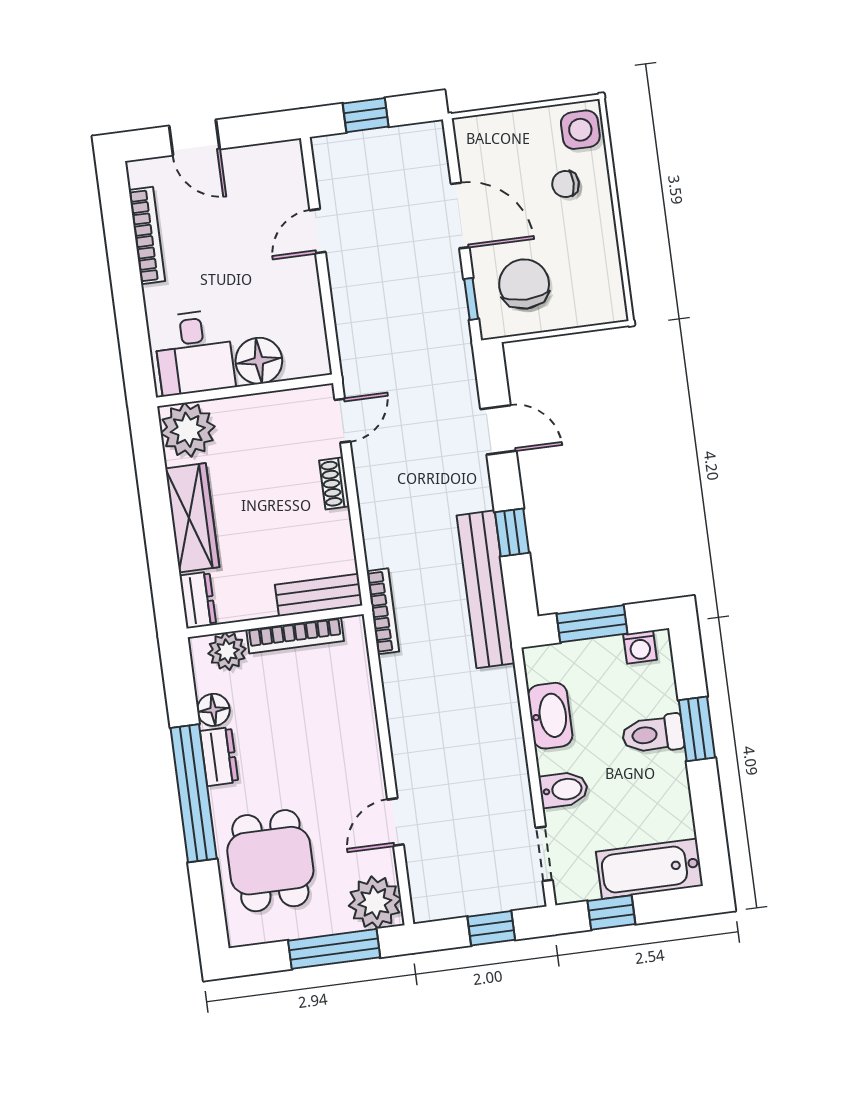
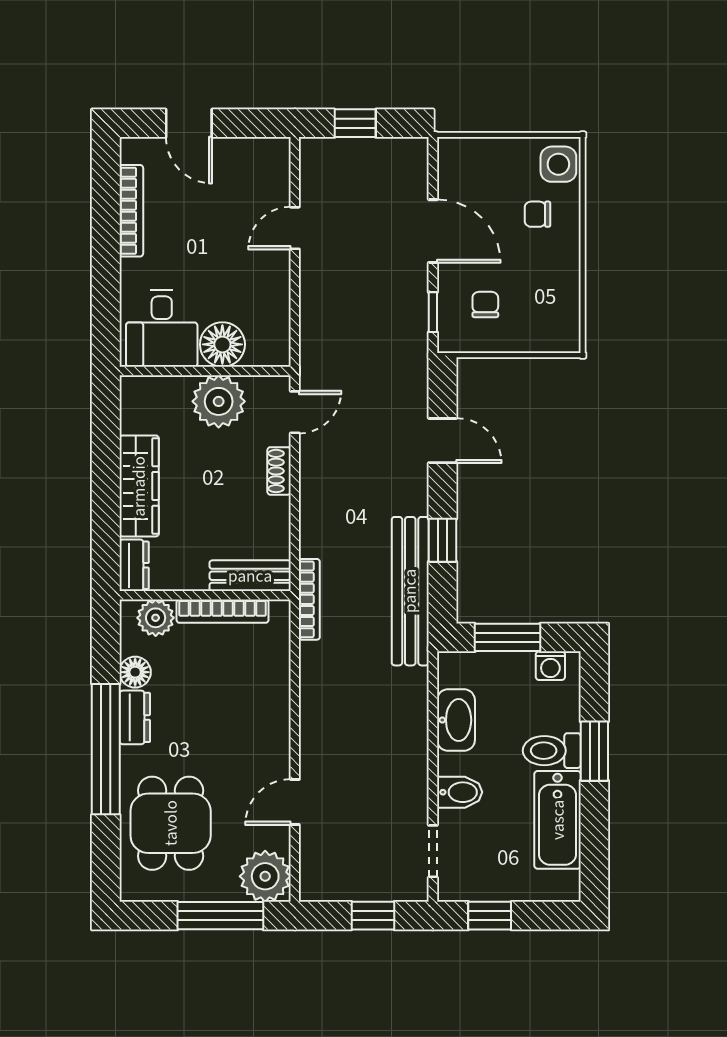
chair: (524, 284) -> (485, 304), width x0.54, depth x0.54
plant: (188, 430) -> (219, 401), moved
bathtub: (650, 869) -> (558, 820), moved, turned -90

